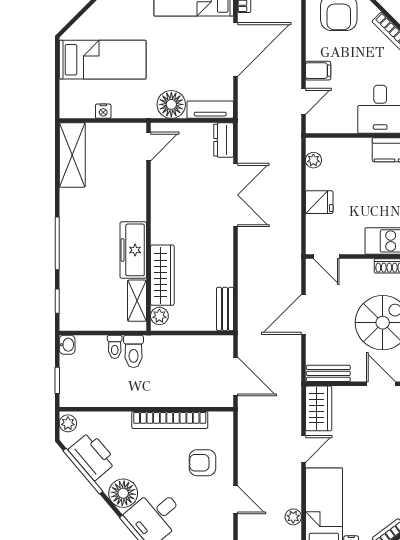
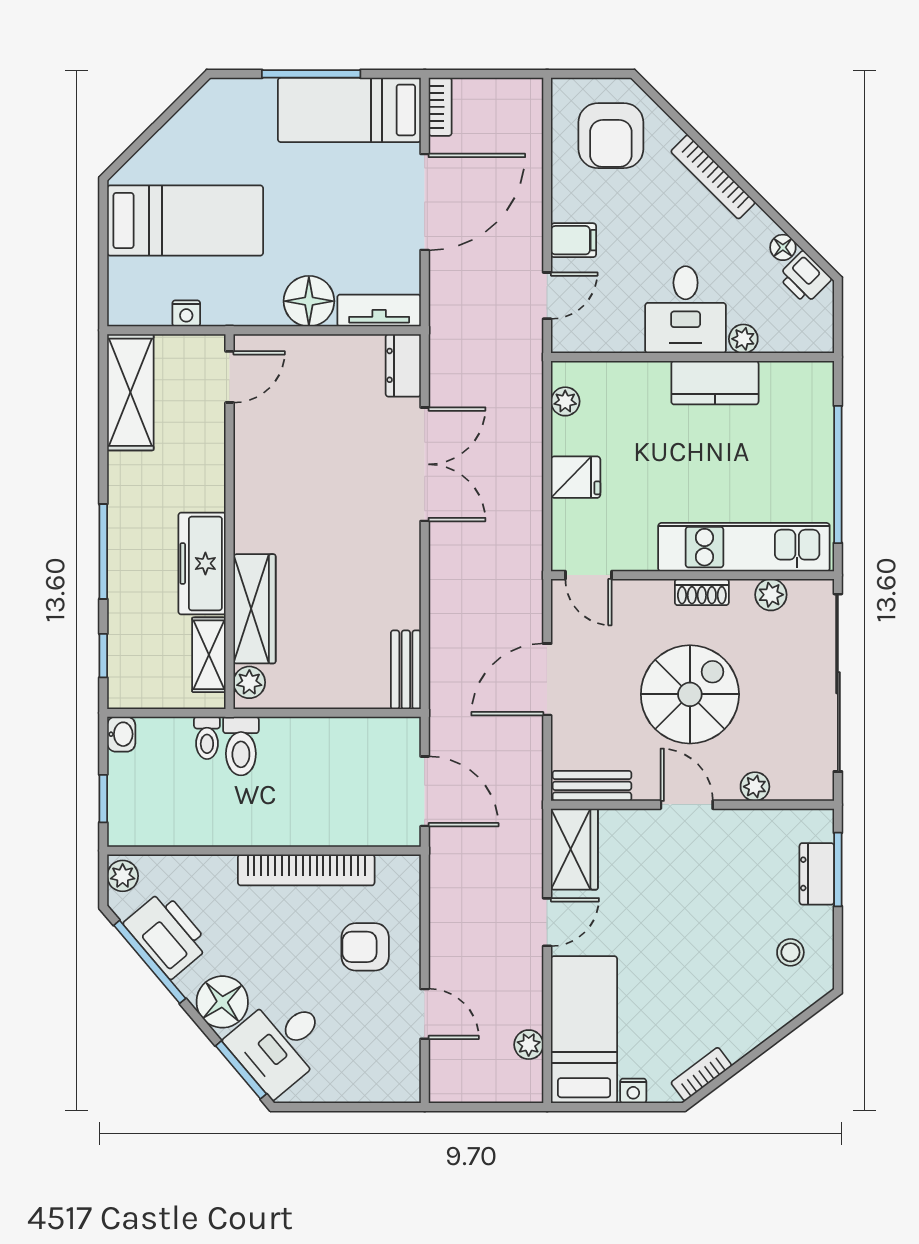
door: (148, 146) -> (230, 377), moved
wall: (148, 227) -> (230, 522), moved
freezer: (133, 250) -> (202, 563), moved
wardrobe: (162, 275) -> (254, 609), moved
shelving: (137, 301) -> (209, 655), moved
plant: (159, 316) -> (249, 682), moved

